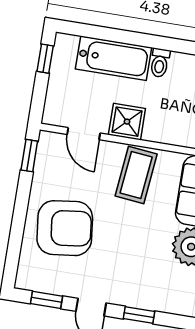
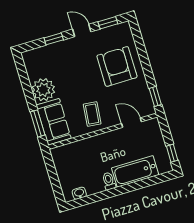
shower: (127, 122) -> (111, 141), removed
coffee table: (136, 175) -> (92, 114), width x0.73, depth x0.77
armchair: (65, 228) -> (117, 66), turned 97

